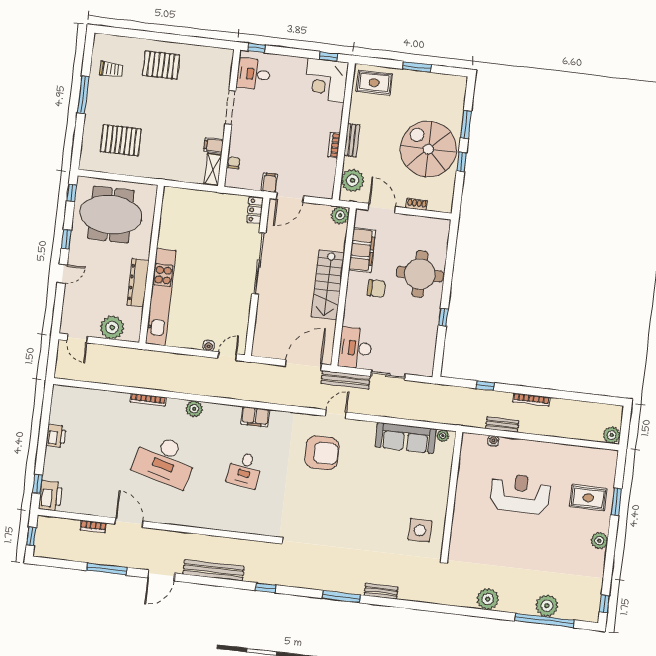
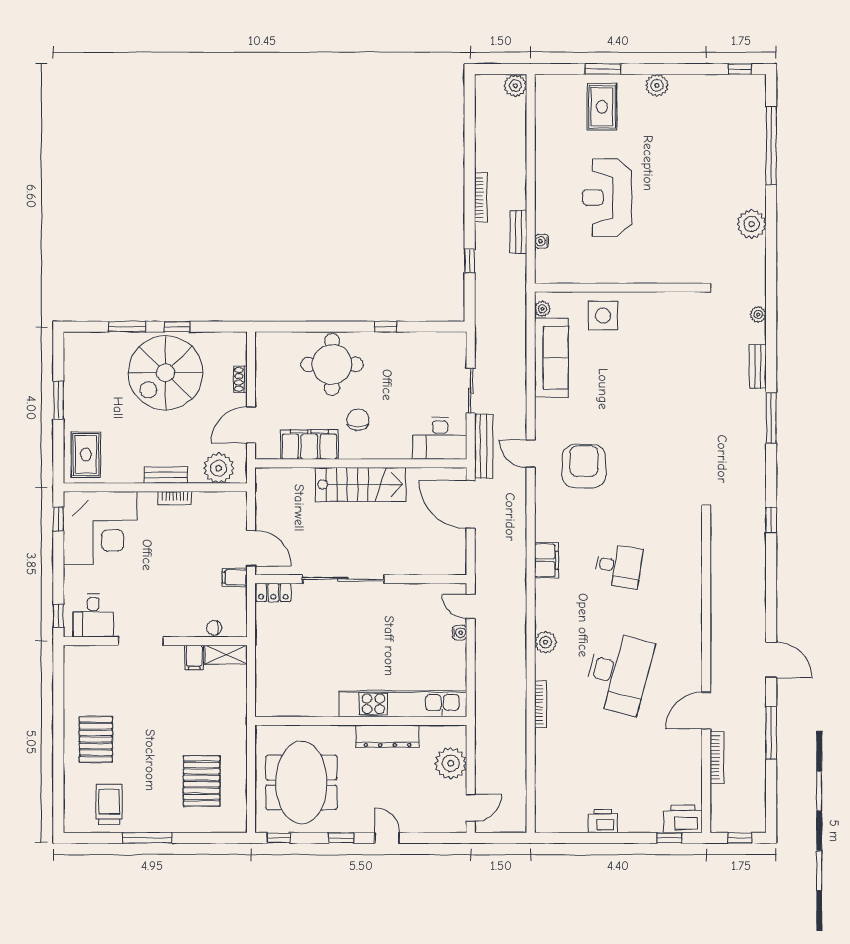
trolley: (111, 69) -> (109, 805), width x1.36, depth x1.39
corner desk: (326, 80) -> (100, 528), width x1.36, depth x1.36
plant: (340, 215) -> (267, 479), removed
bookcase: (93, 527) -> (717, 757), width x1.56
side table: (420, 530) -> (603, 316), moved
bench: (214, 570) -> (756, 591), removed
plant: (547, 606) -> (758, 315), moved, width x0.53, depth x0.53

